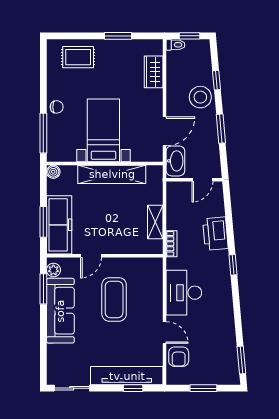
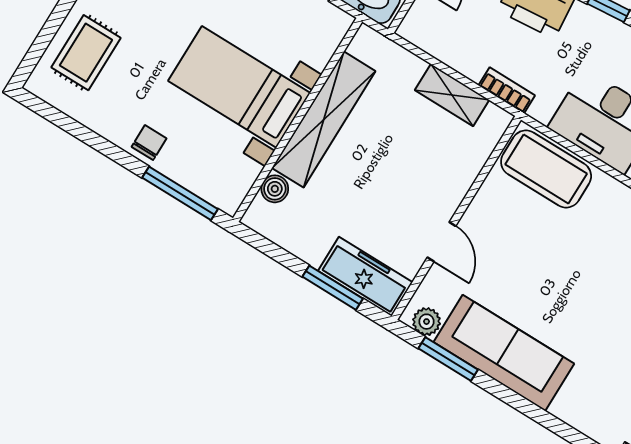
boiler: (53, 172) -> (275, 189), moved
freezer: (59, 225) -> (365, 276), width x0.73, depth x0.79
coffee table: (114, 299) -> (546, 169), moved

